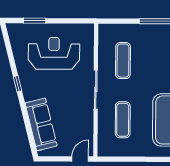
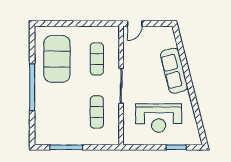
window: (17, 84) -> (191, 91), removed
sofa: (41, 124) -> (174, 71), moved

